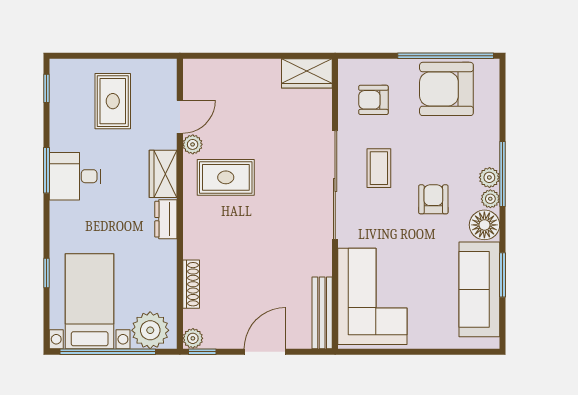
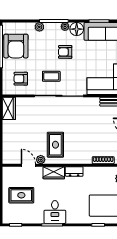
armchair: (373, 100) -> (21, 79), turned 90
plant: (489, 177) -> (39, 27), moved

